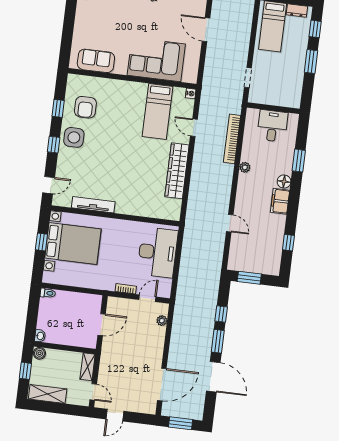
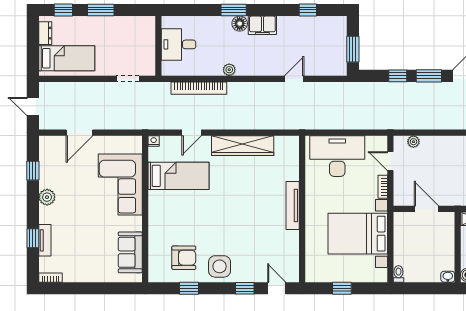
window: (54, 145) -> (245, 288), moved
window: (299, 161) -> (234, 10), moved
tv unit: (93, 205) -> (293, 205), moved
bed with nightstands: (73, 244) -> (358, 234), moved, turned -90

